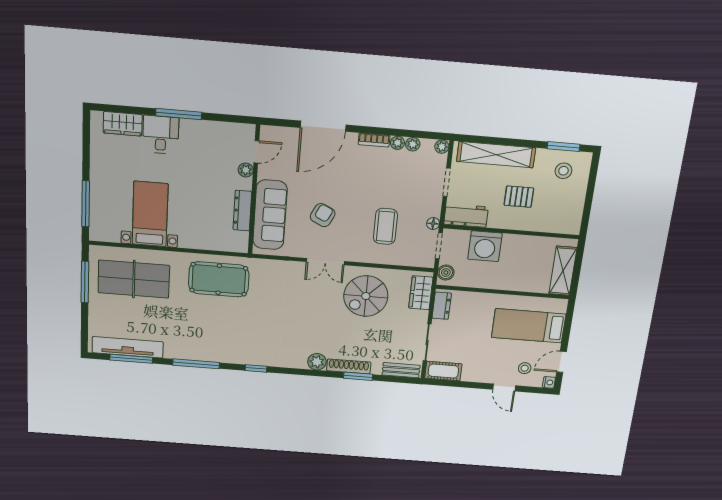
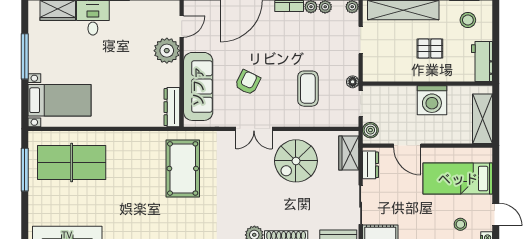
plant: (246, 170) -> (167, 51), width x1.88, depth x1.88
window: (86, 204) -> (25, 56), moved
dresser: (242, 211) -> (172, 107), moved
bed with nightstands: (150, 214) -> (59, 100), moved, turned 90
workbench: (466, 215) -> (482, 62), moved, turned -90
washing machine: (485, 246) -> (432, 100), moved
pool table: (219, 279) -> (183, 168), moved, turned 90
door: (482, 290) -> (407, 146), added
door: (561, 362) -> (496, 214), swing flipped

